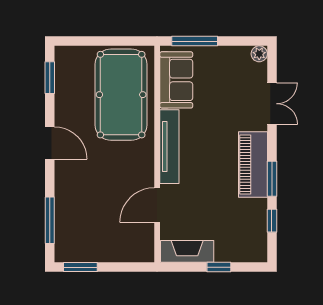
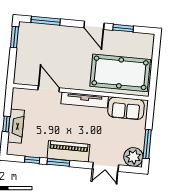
window: (195, 41) -> (147, 144), moved
plant: (259, 54) -> (133, 157), width x1.87, depth x1.87
window: (50, 78) -> (123, 28), moved
door: (50, 143) -> (94, 25), hinge flipped
fireplace: (187, 251) -> (16, 126), moved

